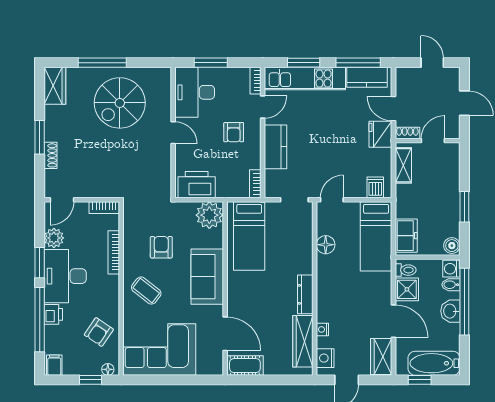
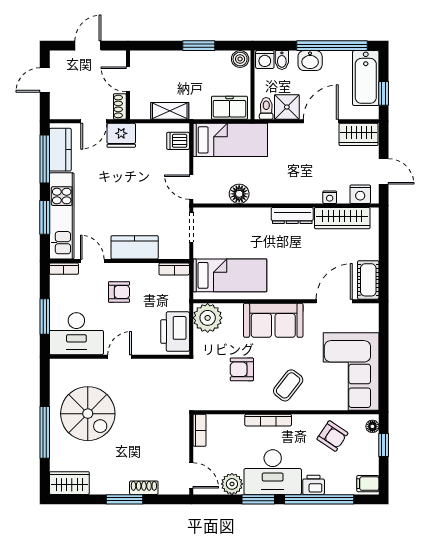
shelving: (403, 165) -> (170, 111), moved
bookcase: (114, 252) -> (268, 420), moved
window: (464, 302) -> (332, 46), moved

